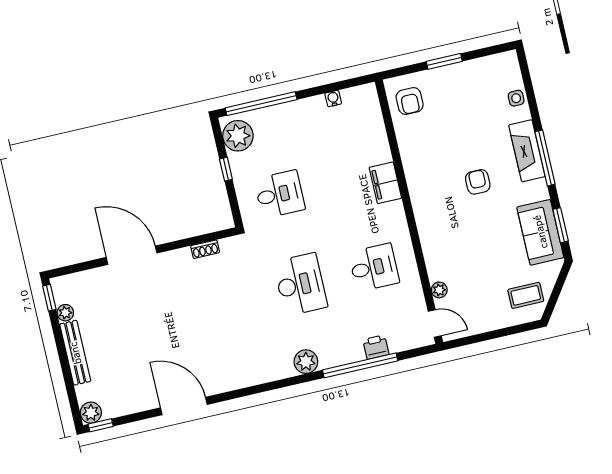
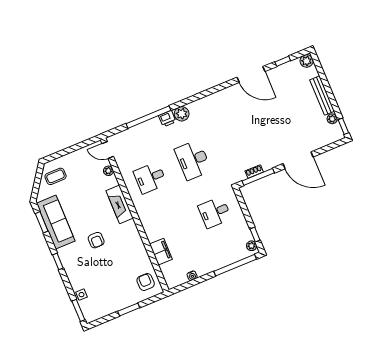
window: (526, 74) -> (78, 310), added
plant: (238, 136) -> (252, 246), width x0.53, depth x0.53
fireplace: (527, 151) -> (120, 204), moved, turned 180
window: (545, 158) -> (58, 261), width x0.46
window: (226, 169) -> (255, 235), moved
filing cabinet: (385, 183) -> (161, 252), moved
sofa: (540, 232) -> (56, 222), width x1.36
window: (200, 239) -> (258, 177), added
printer: (376, 347) -> (167, 119), moved
window: (101, 425) -> (283, 61), moved

